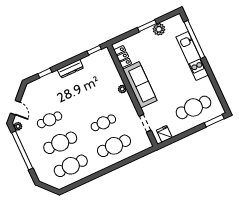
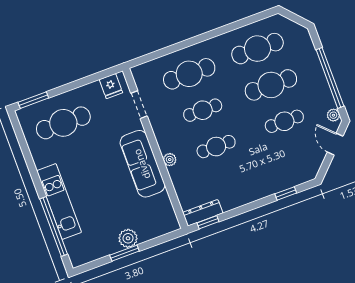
plant: (159, 29) -> (128, 238), moved
locker: (123, 57) -> (165, 209), removed
dresser: (70, 69) -> (203, 213), moved
cafe table: (93, 100) -> (216, 147), added

